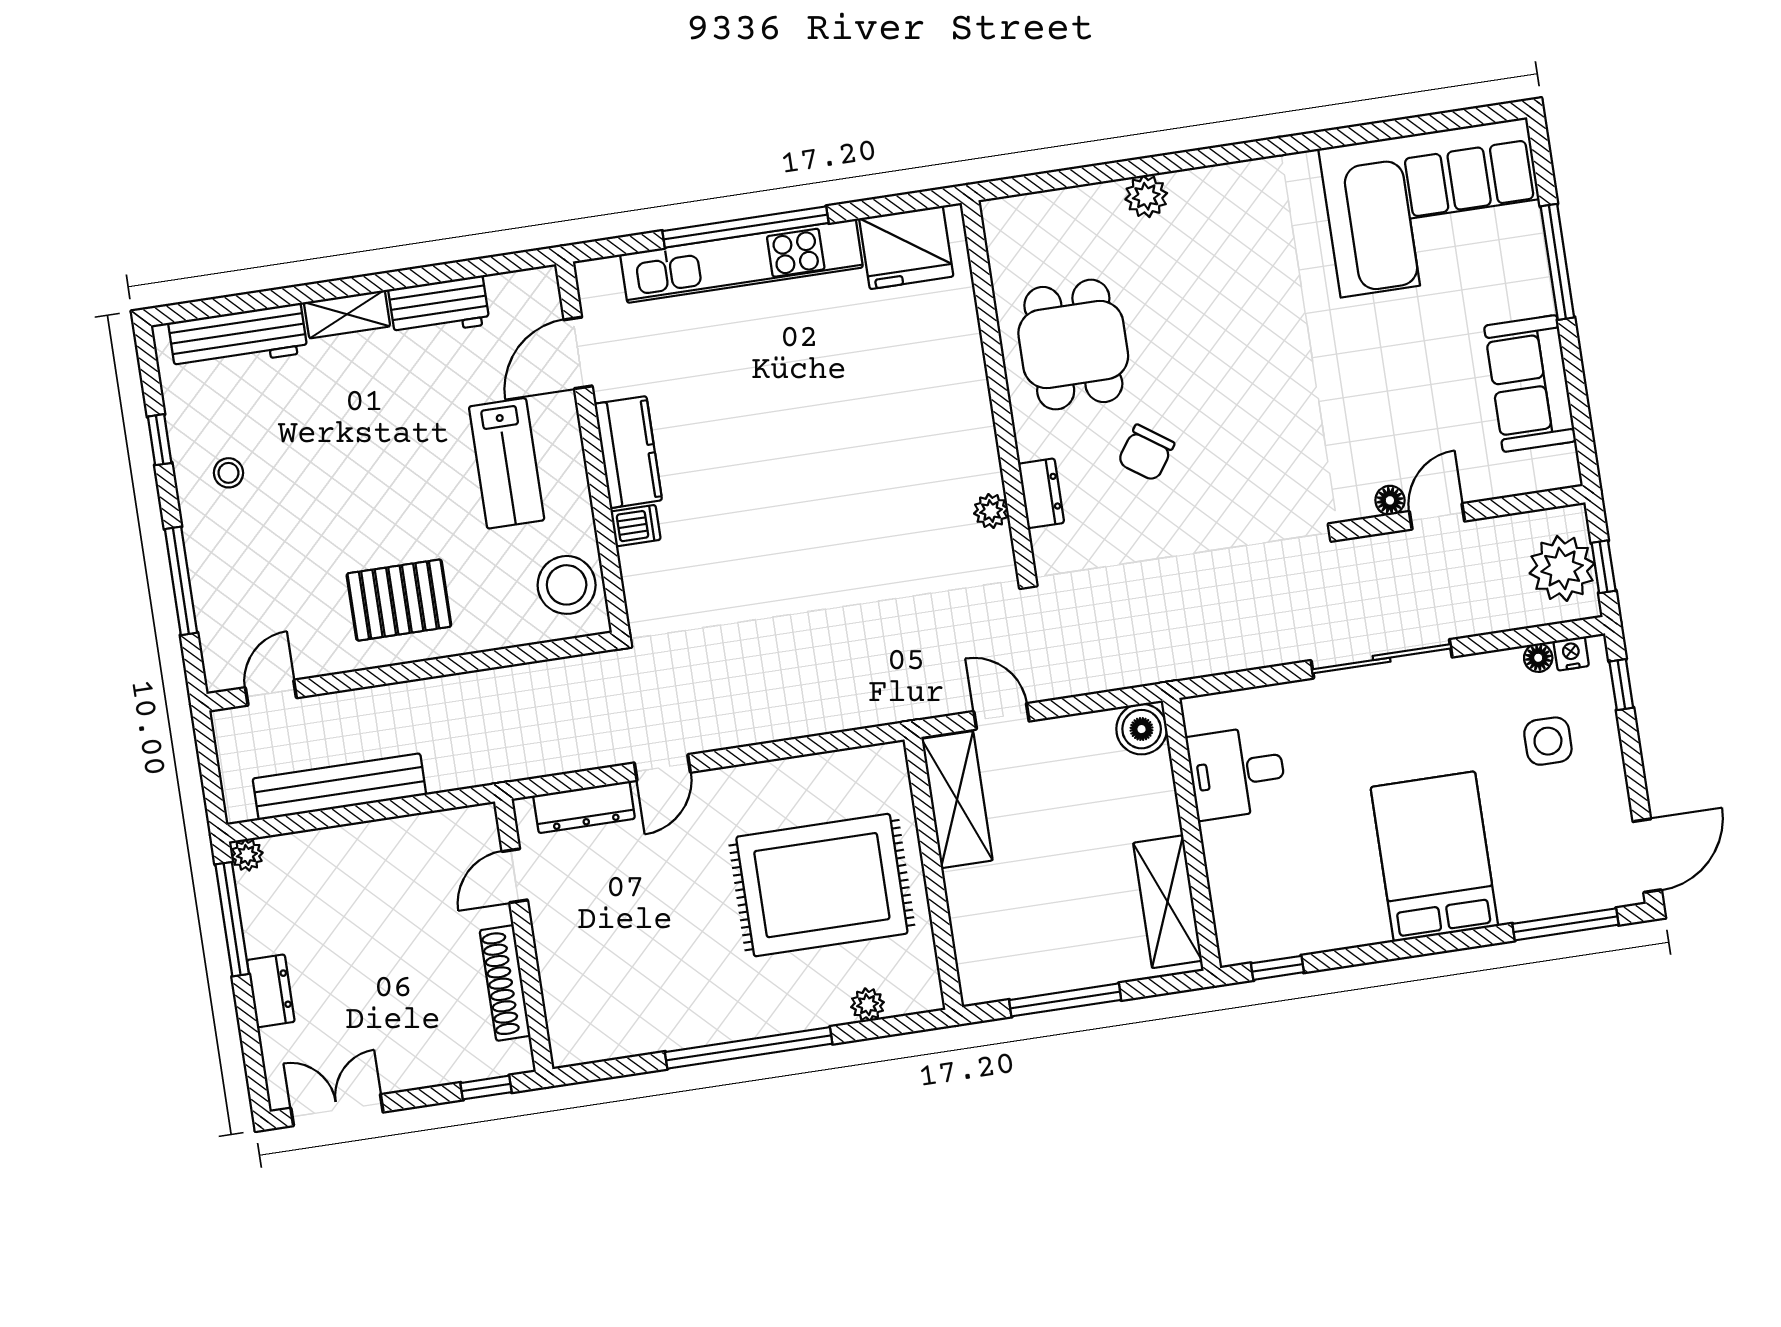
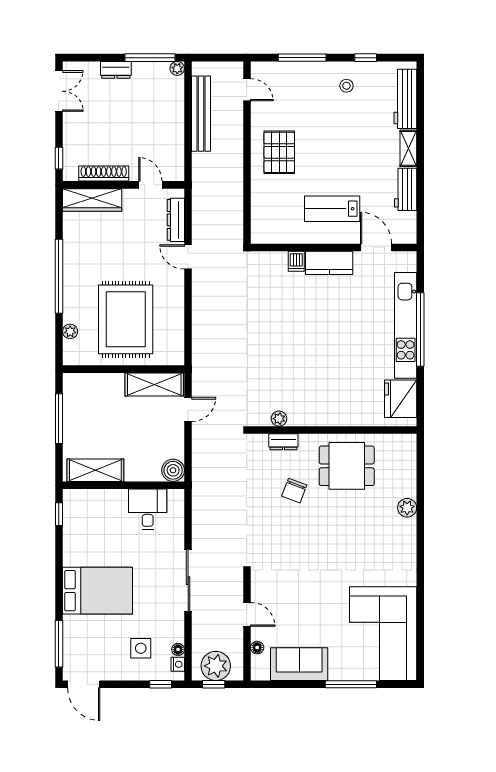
chair: (1146, 453) -> (294, 491), turned -104
floor lamp: (1390, 500) -> (257, 648), moved
stool: (567, 585) -> (275, 227), removed
wardrobe: (568, 1000) -> (92, 200), added

